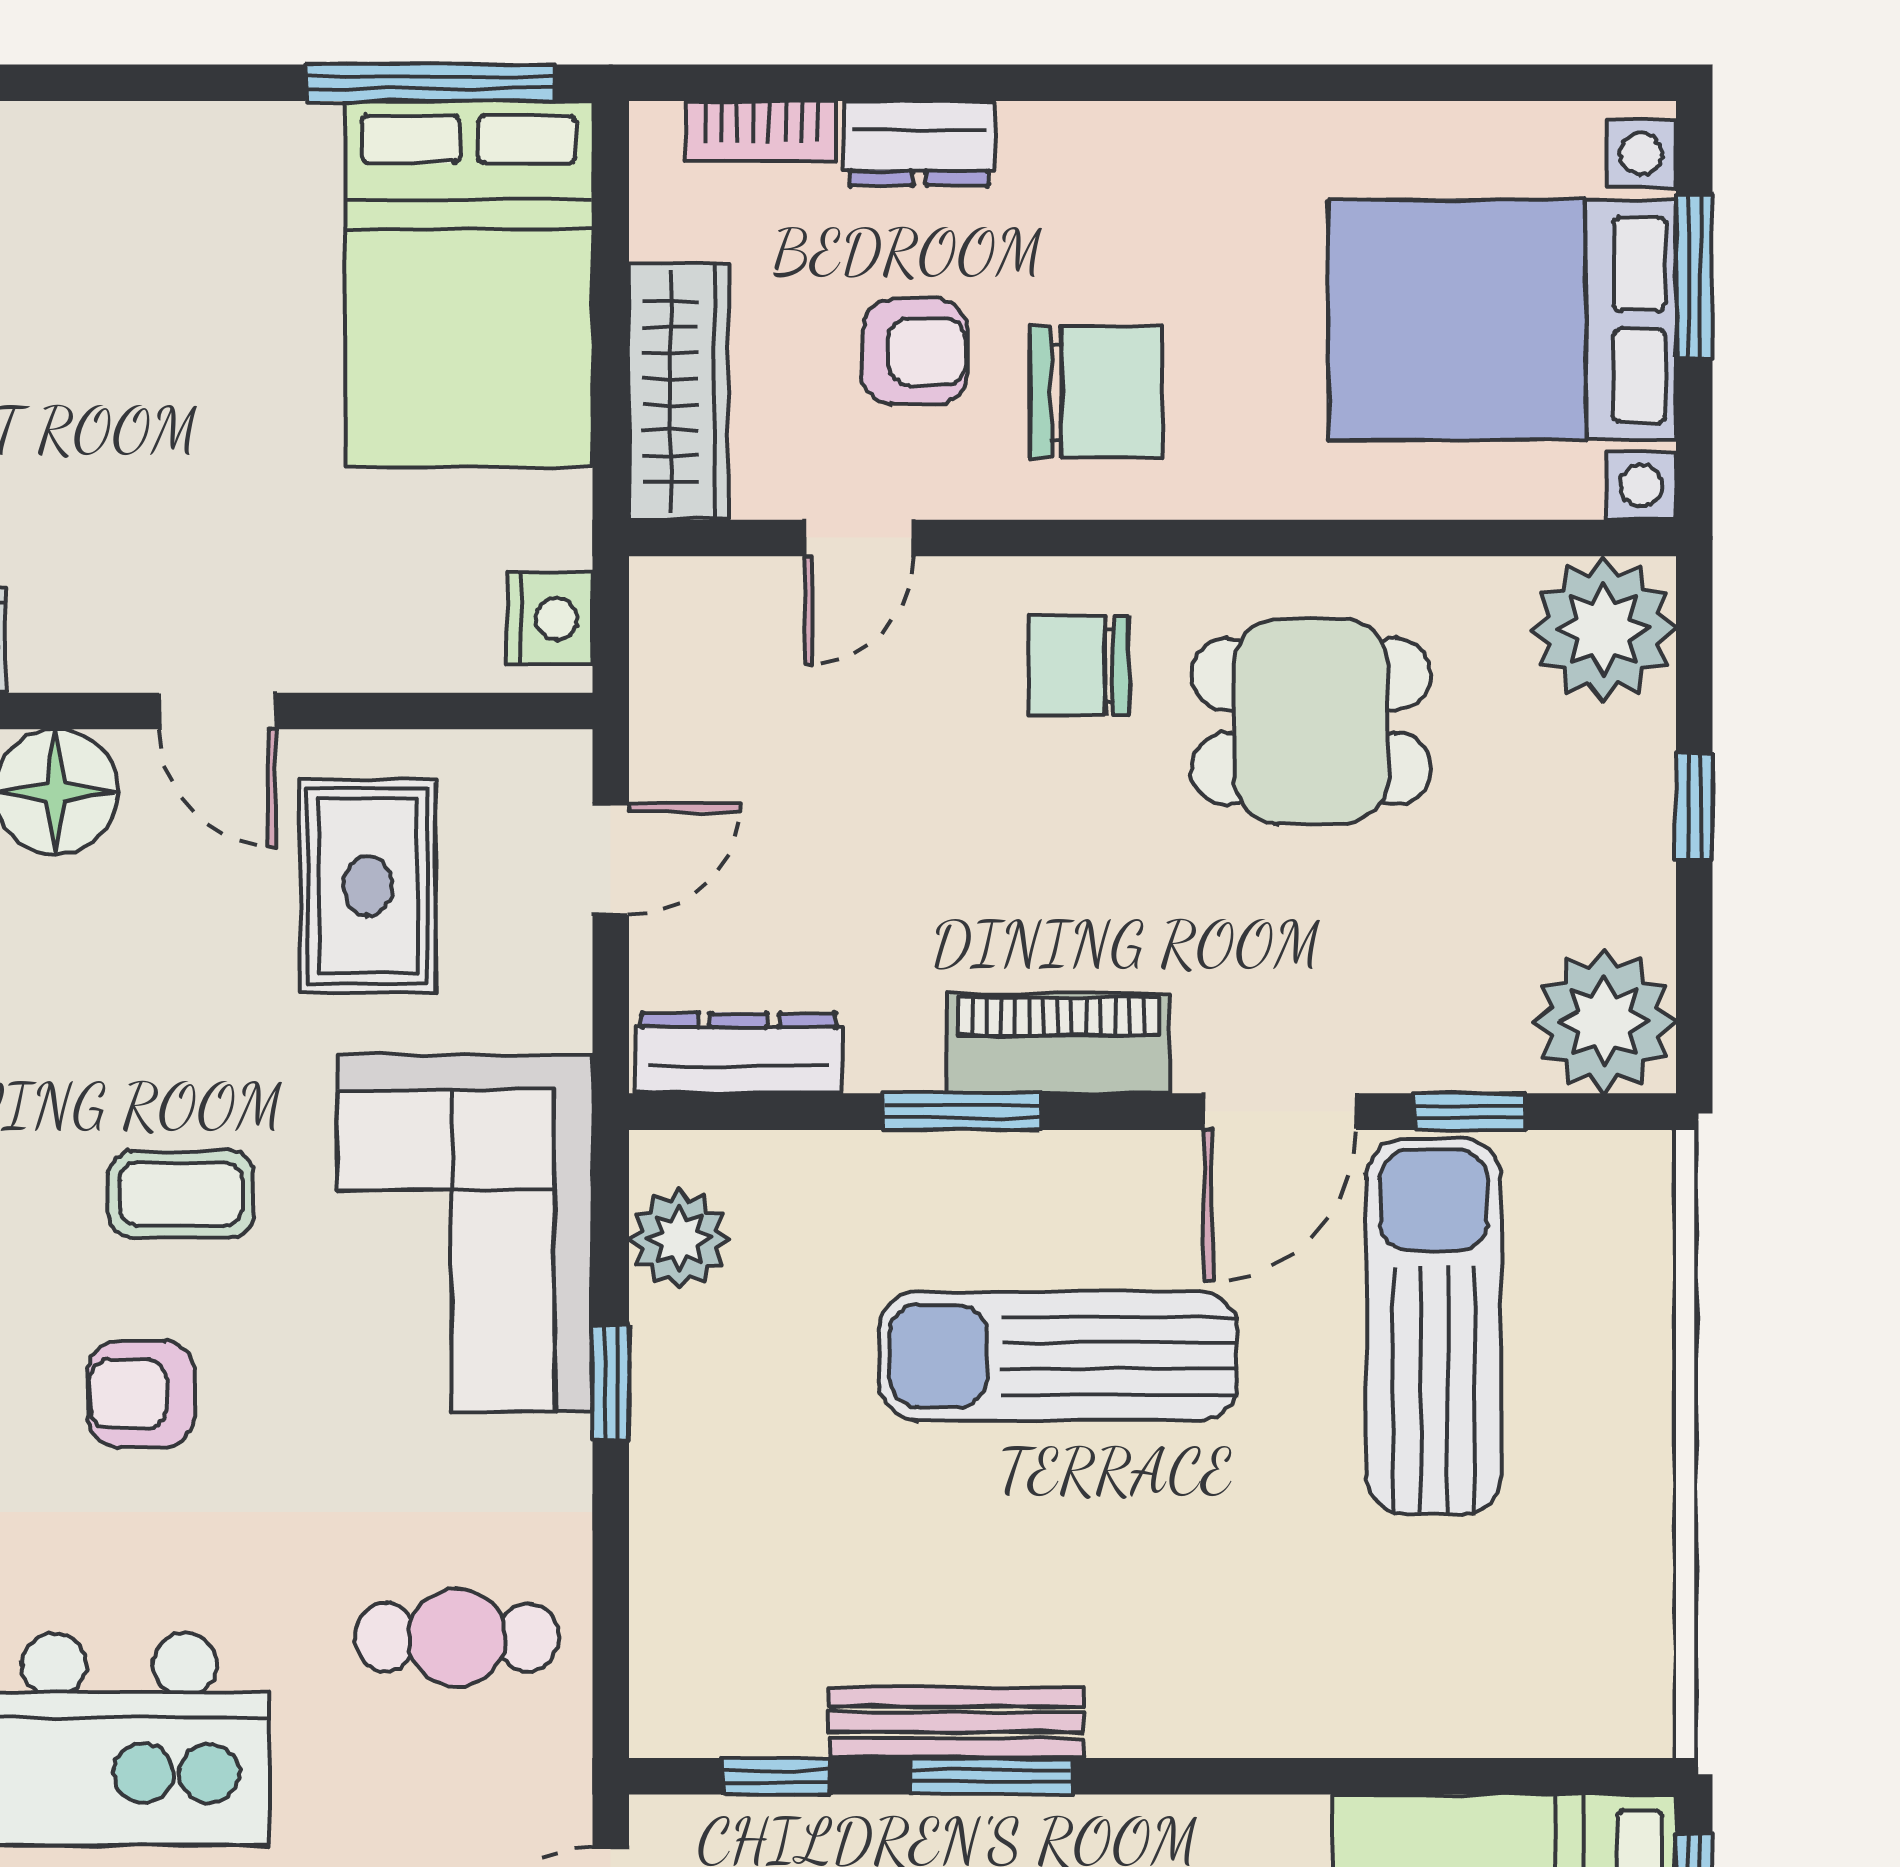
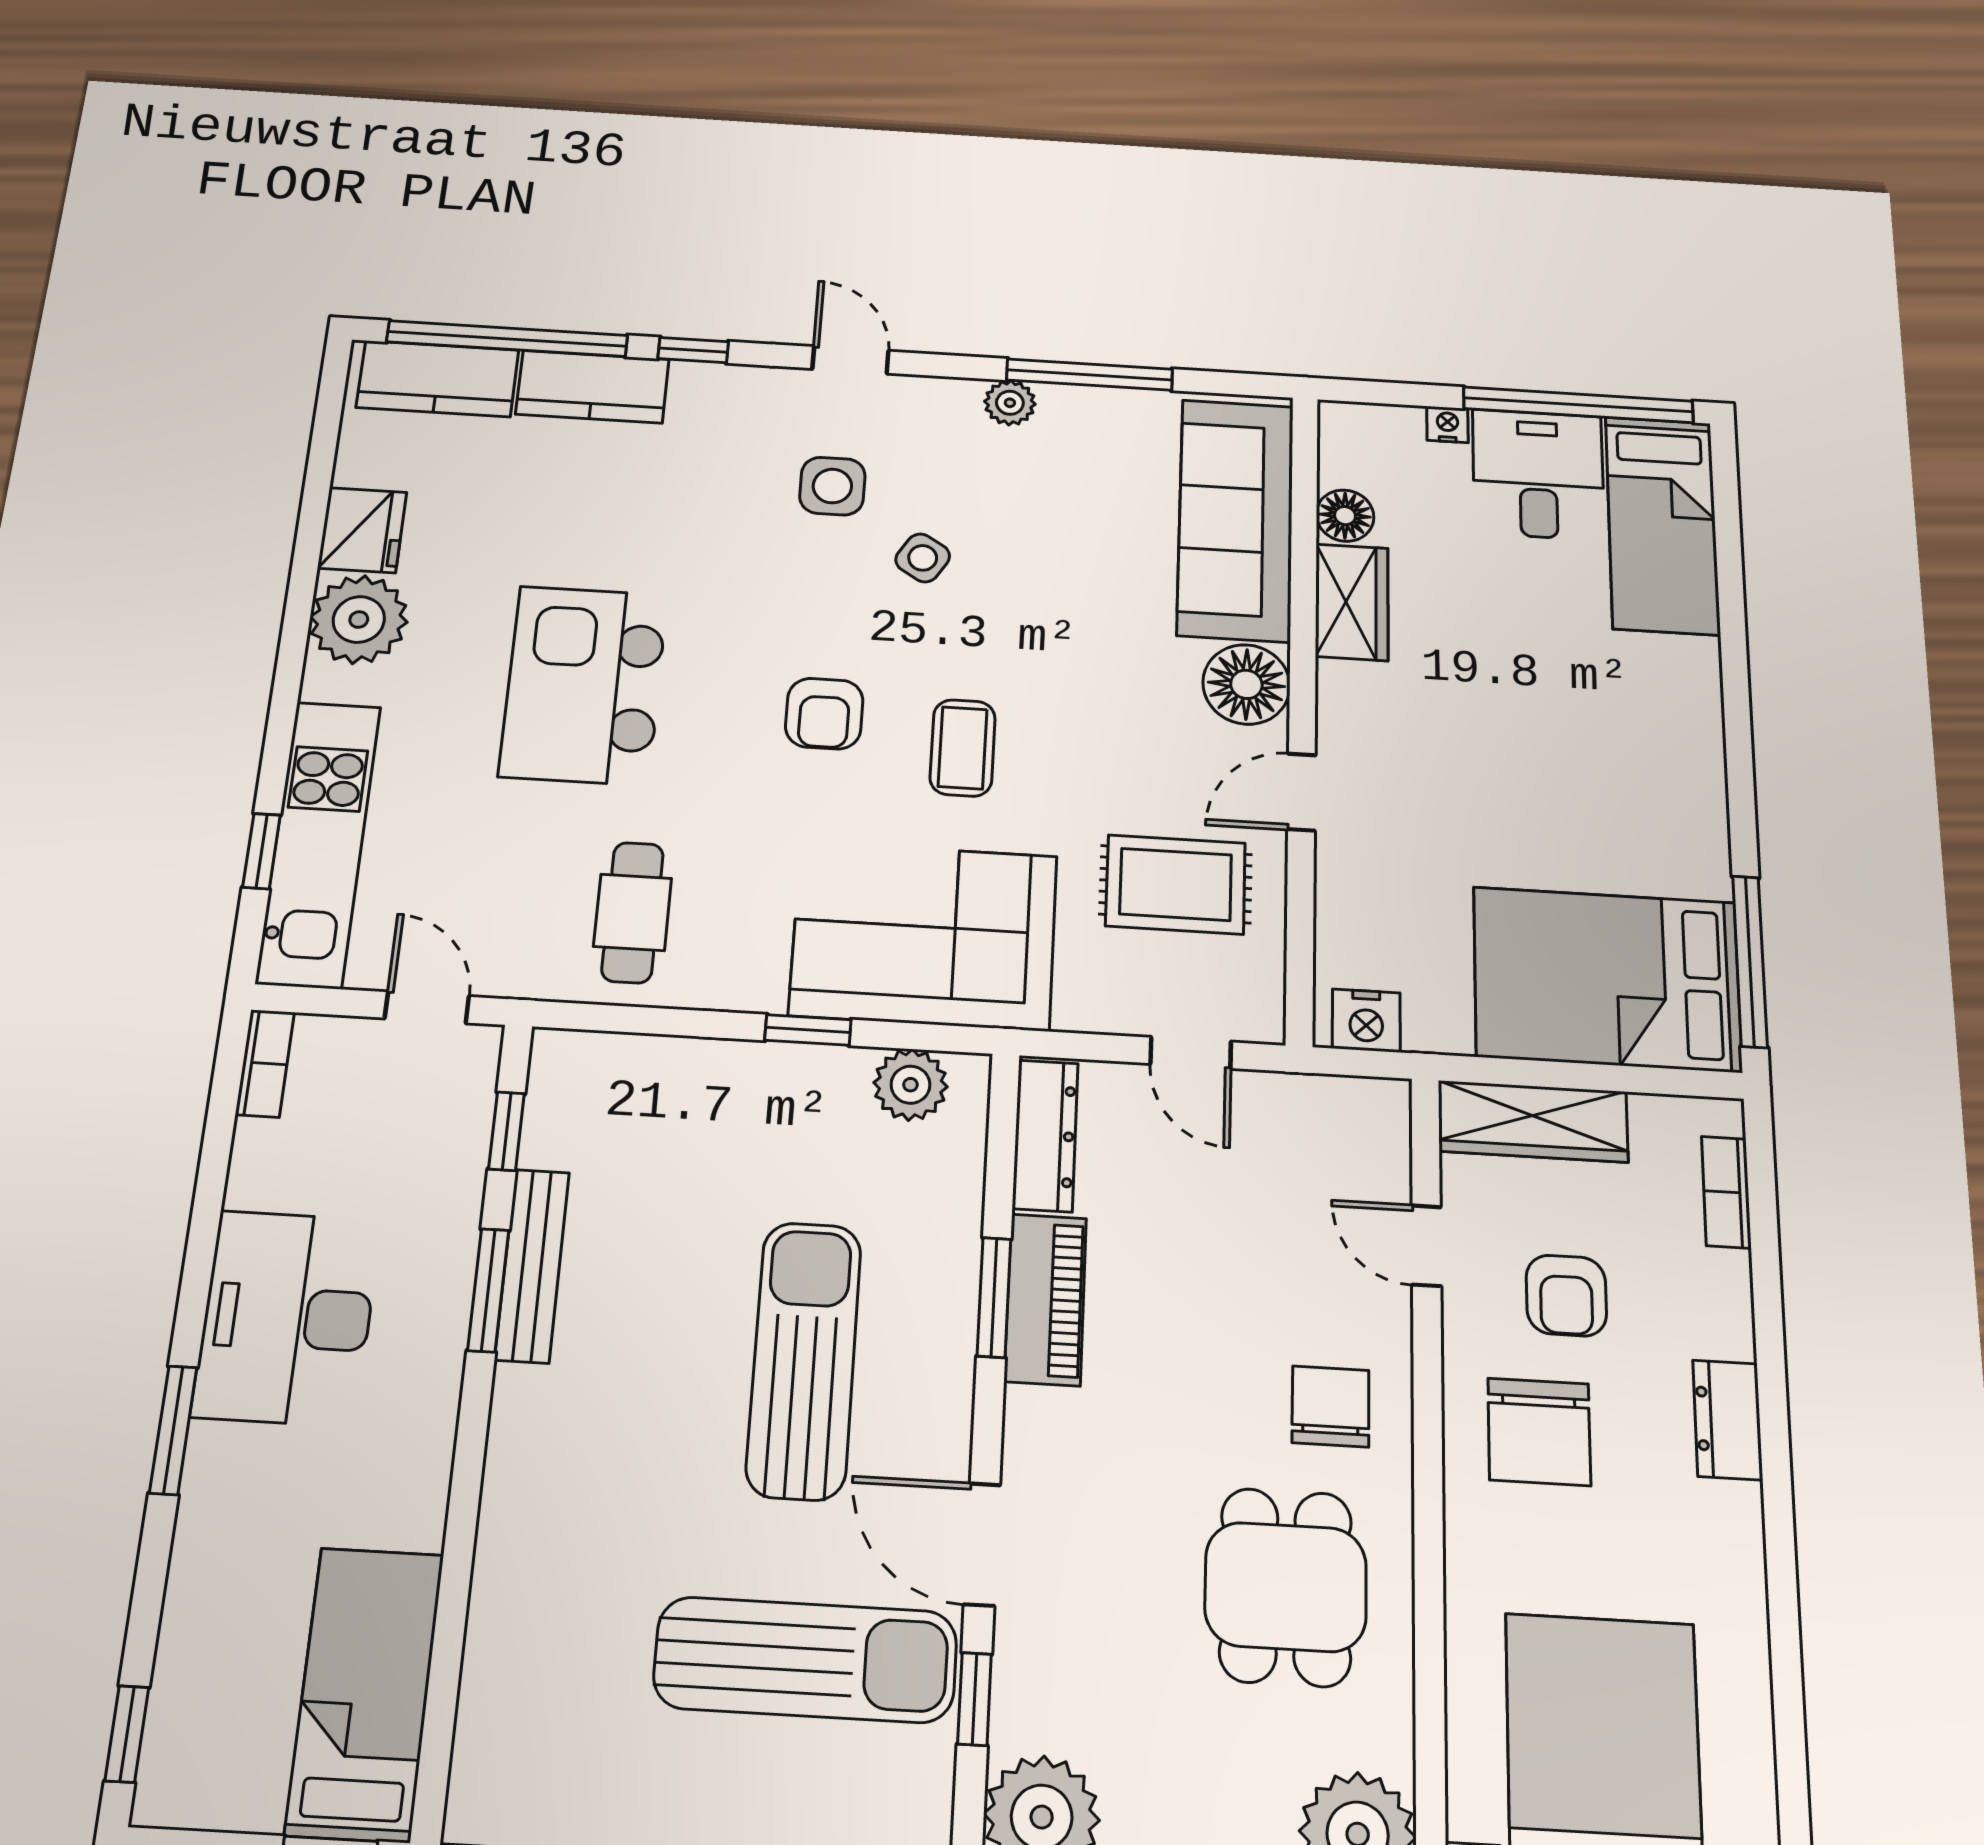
dresser: (919, 143) -> (1728, 1420), moved
piano: (1058, 1044) -> (1045, 1299), moved
armchair: (141, 1394) -> (824, 714), turned 180

